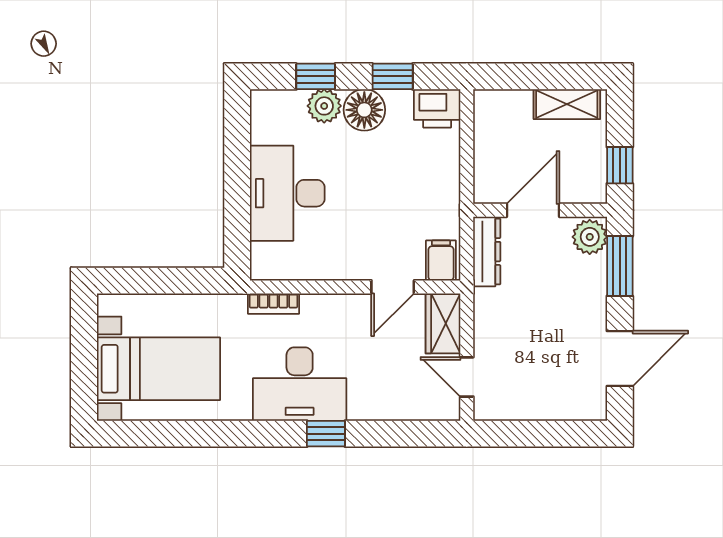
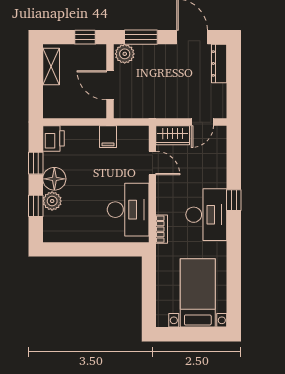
desk: (287, 193) -> (128, 210), moved, turned -90
dresser: (487, 252) -> (219, 63), moved, turned -90
filing cabinet: (441, 261) -> (108, 137), moved, turned -90

